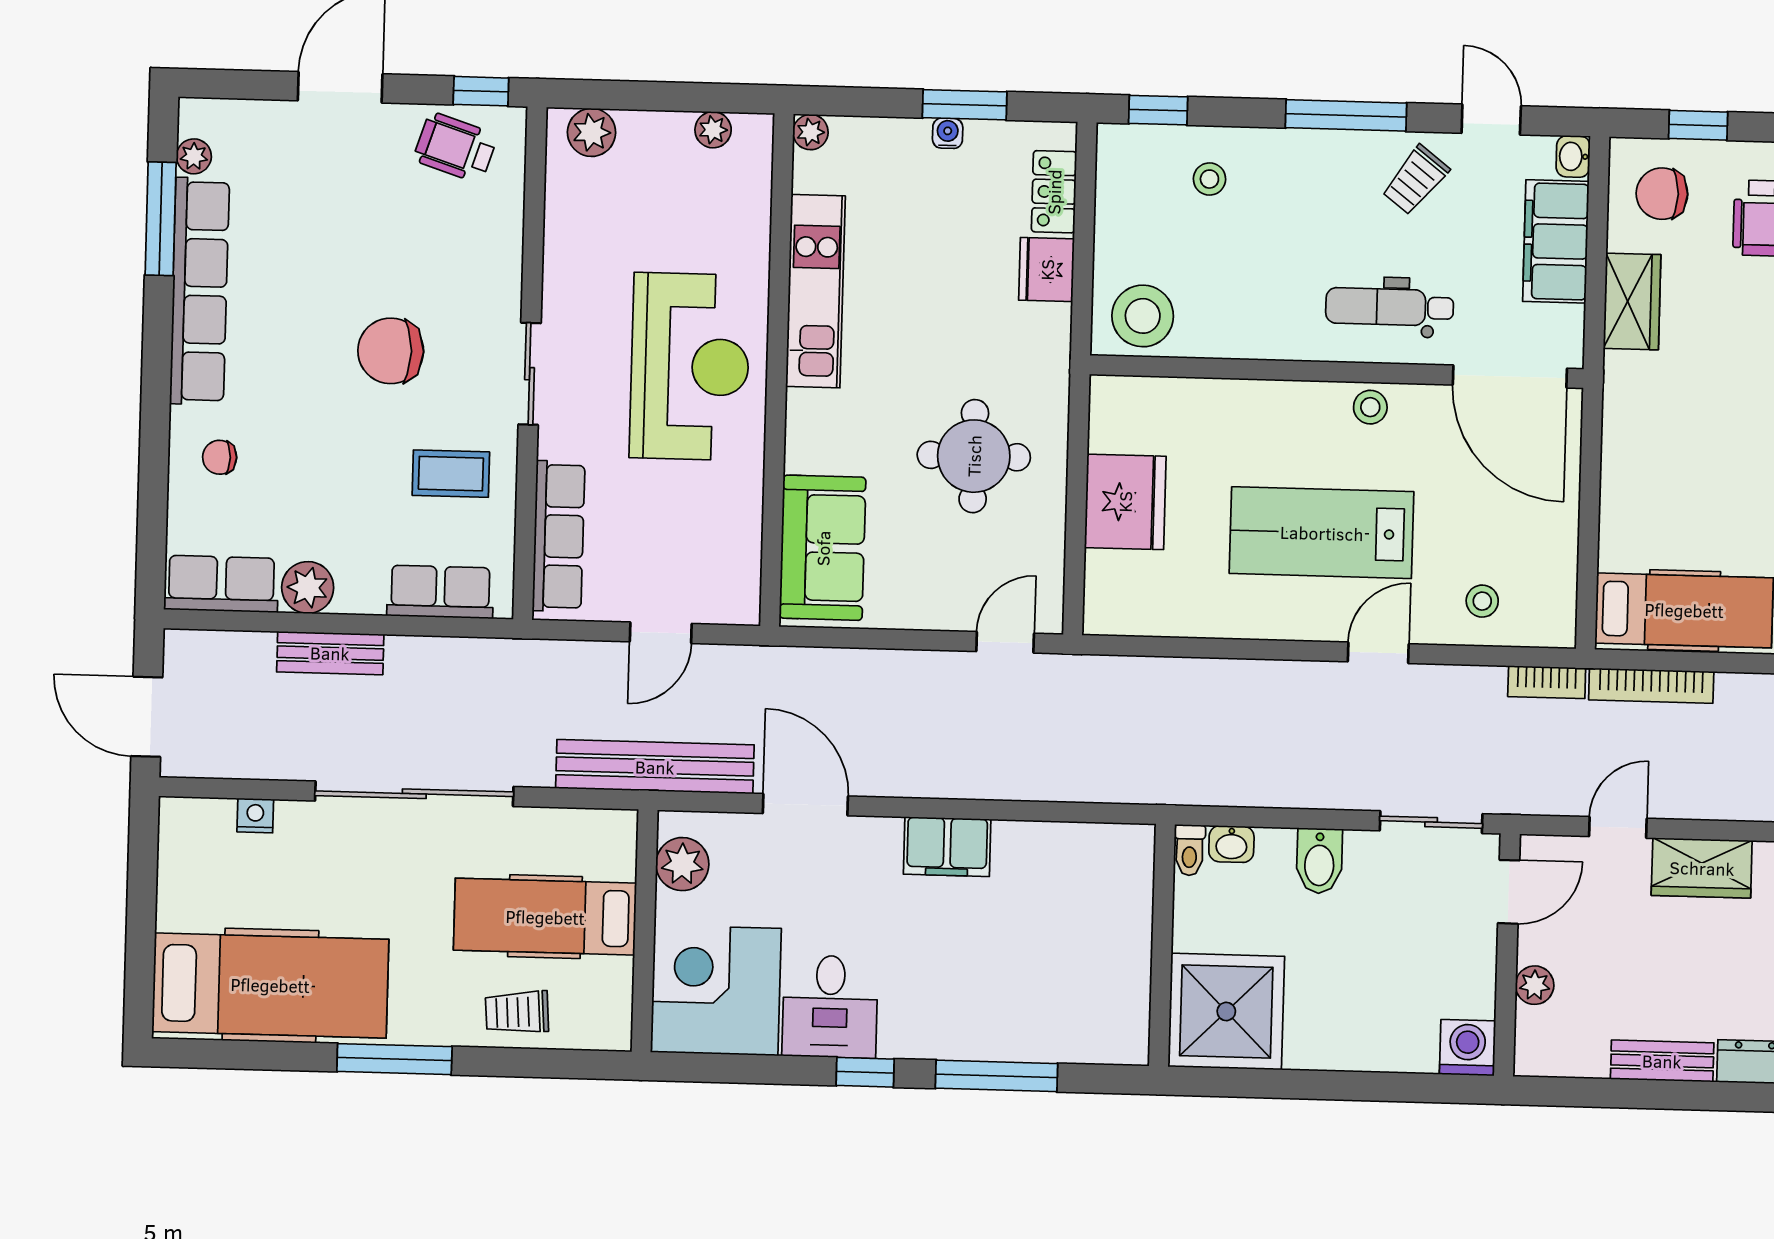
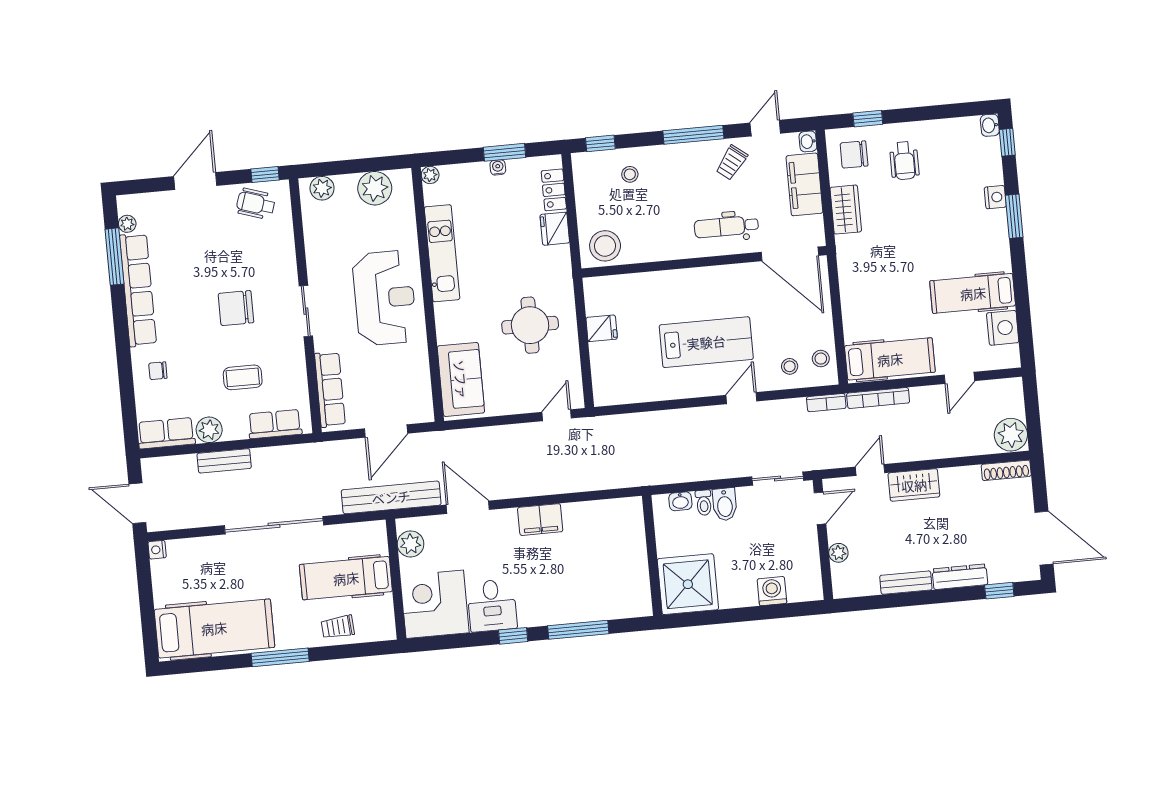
door: (1491, 119) -> (765, 128), hinge flipped
plant: (713, 130) -> (375, 188), width x1.88, depth x1.88
stool: (1370, 407) -> (821, 359), moved
coffee table: (451, 474) -> (243, 377), moved
fridge: (1125, 502) -> (602, 328), width x0.53, depth x0.75
lab bench: (1322, 533) -> (706, 342), turned 180
door: (661, 633) -> (386, 431), width x1.38
nightstand: (255, 816) -> (157, 550), moved, turned -90
toilet: (1190, 850) -> (704, 503), moved
washing machine: (1468, 1048) -> (772, 591), moved

